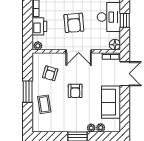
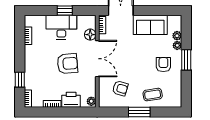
floor lamp: (115, 45) -> (90, 35), moved
double door: (79, 51) -> (97, 59), width x1.37
armchair: (75, 91) -> (163, 65), moved, turned -90

